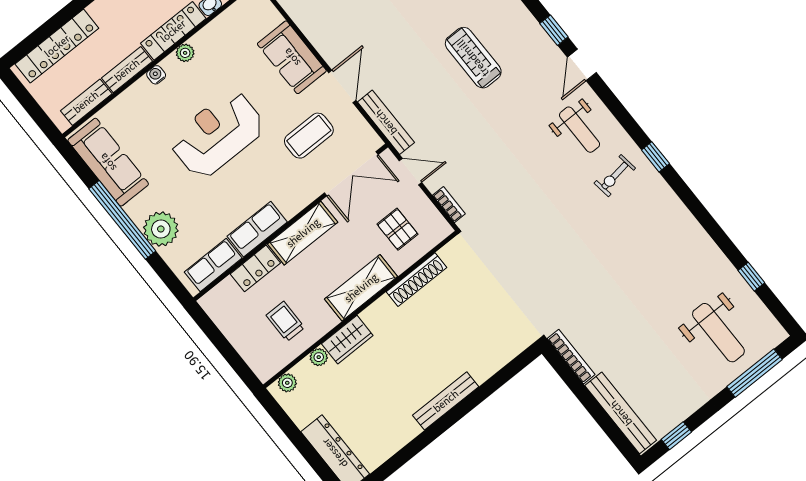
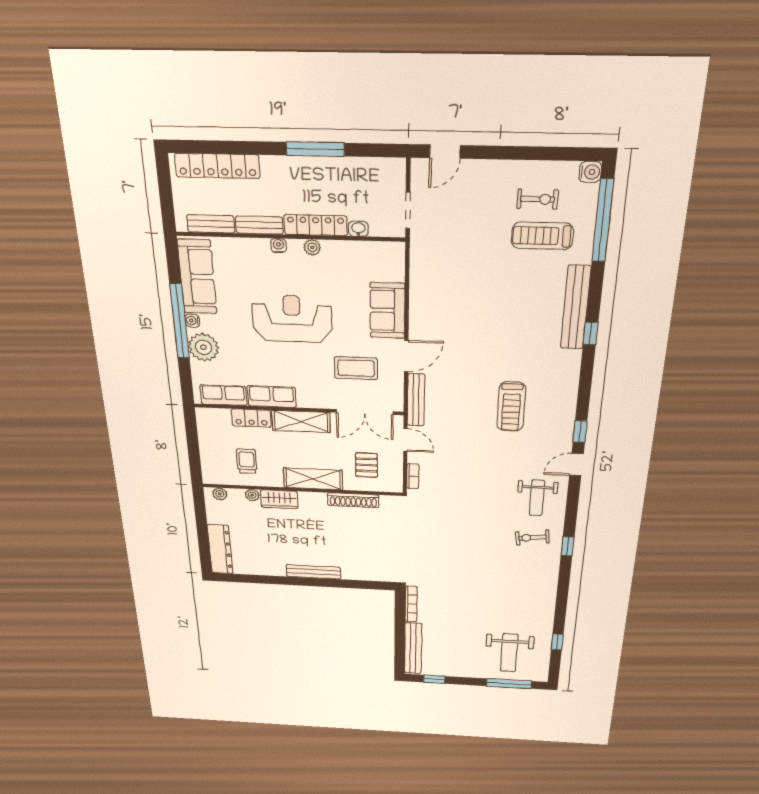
treadmill: (473, 58) -> (511, 407), turned 180
water cooler: (133, 210) -> (192, 321), added

